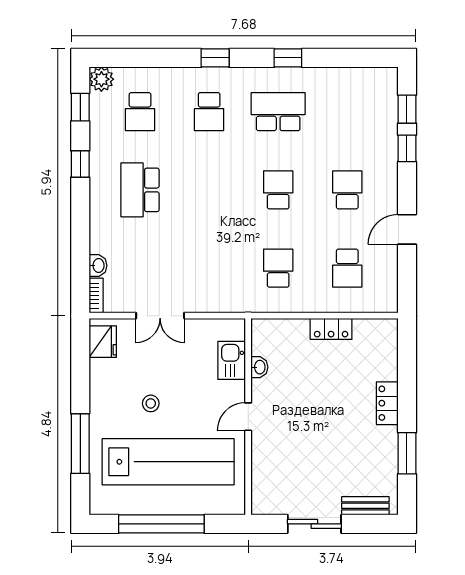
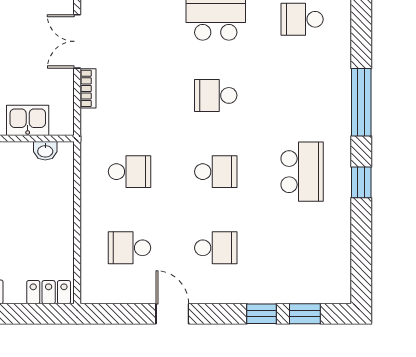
window: (215, 58) -> (361, 102), width x2.17
school desk: (209, 112) -> (216, 95), moved
bookcase: (203, 306) -> (88, 88), added
locker: (331, 329) -> (49, 292), moved, turned 90
washbasin: (259, 367) -> (45, 151), moved

